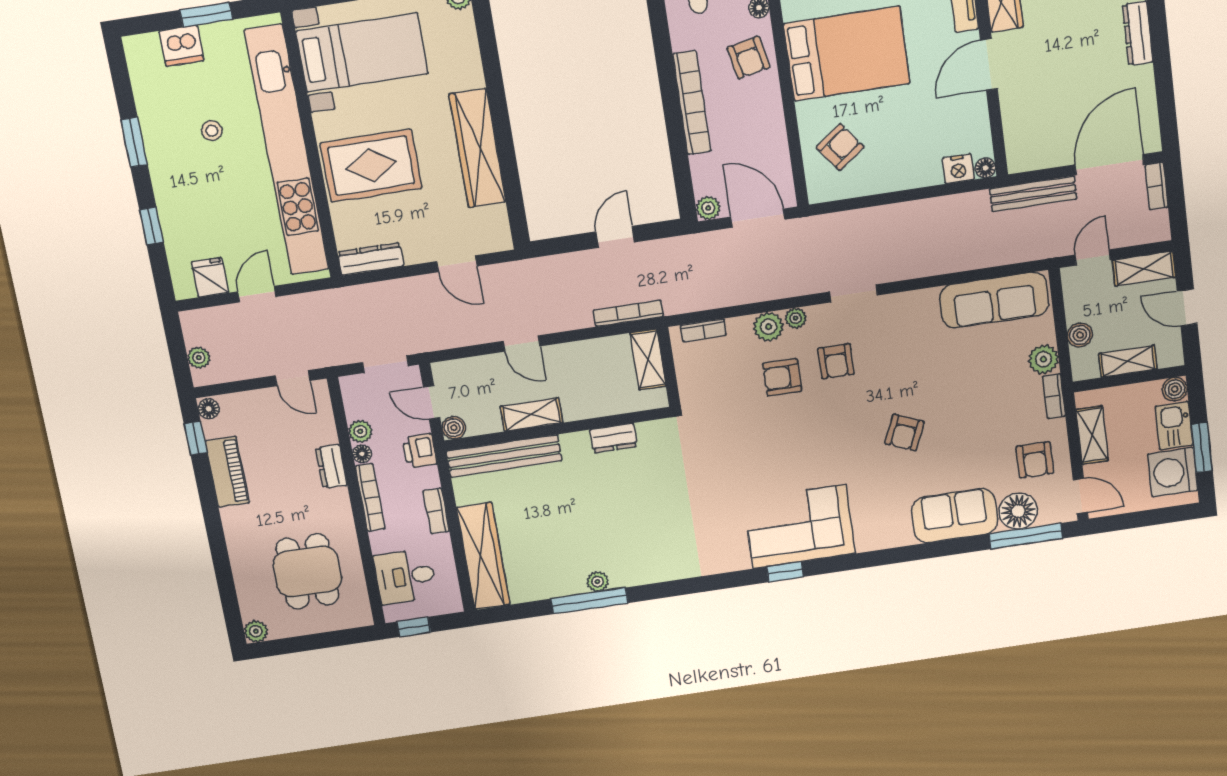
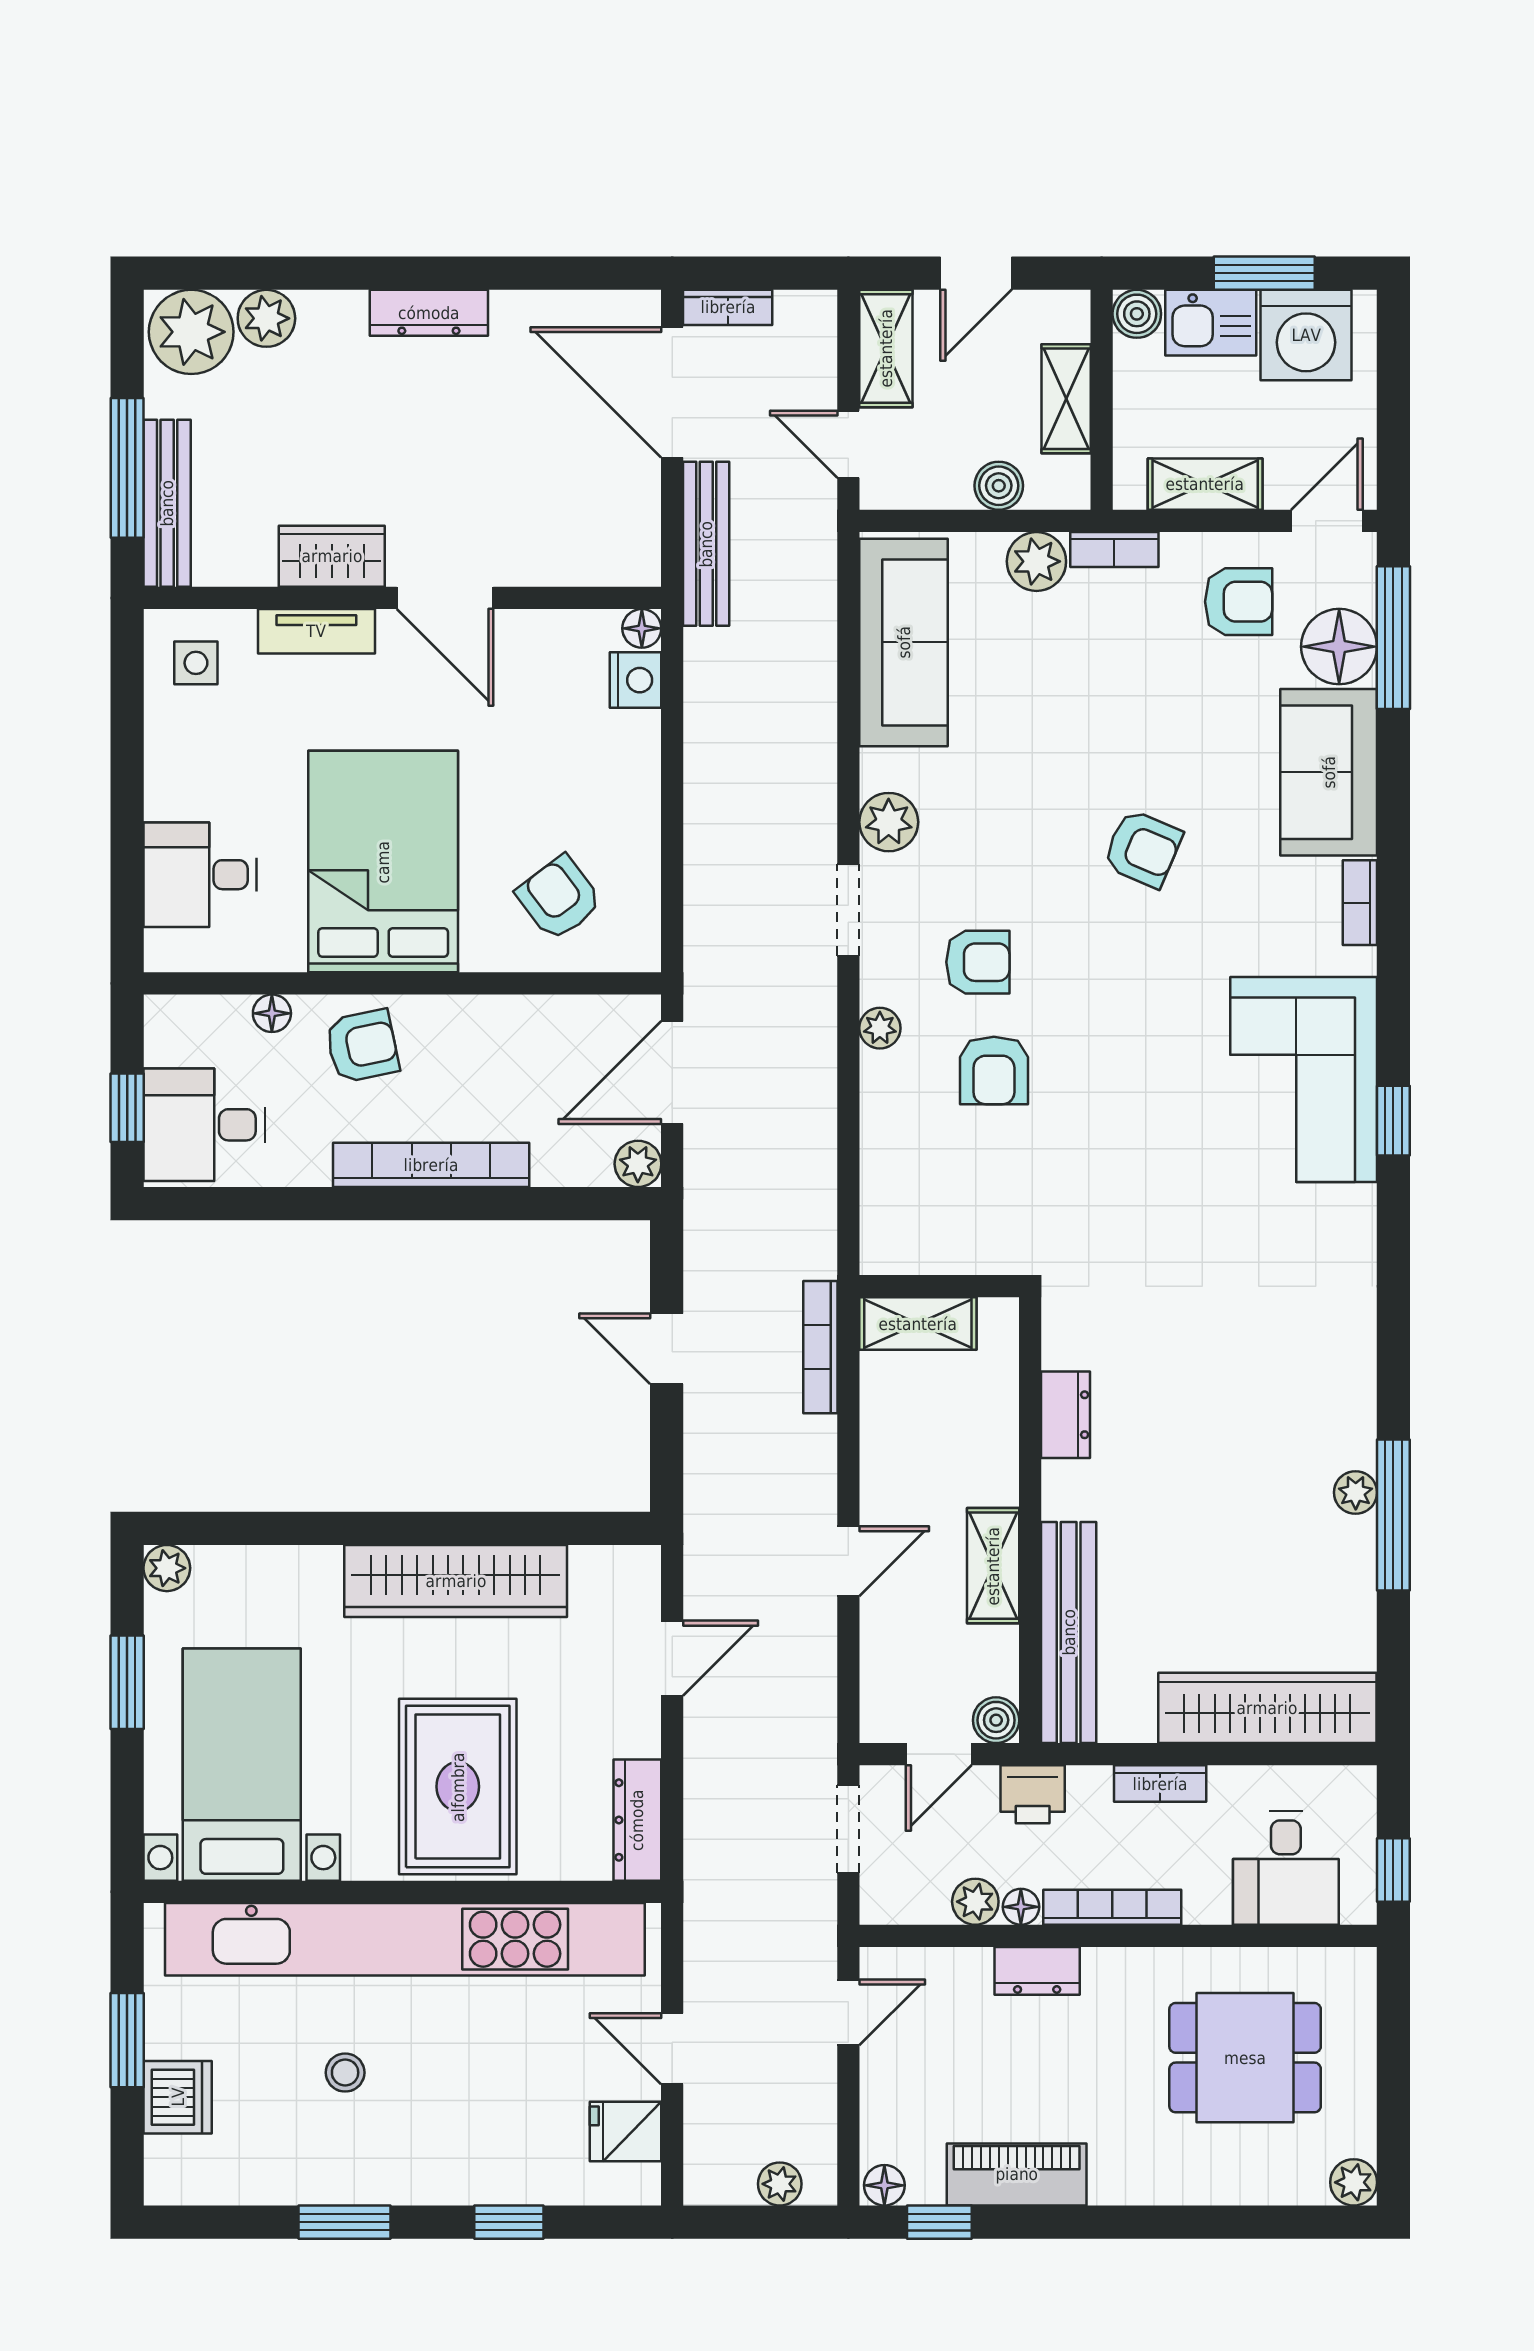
plant: (769, 327) -> (889, 822), moved
bookcase: (703, 330) -> (1360, 903), moved, turned 180

